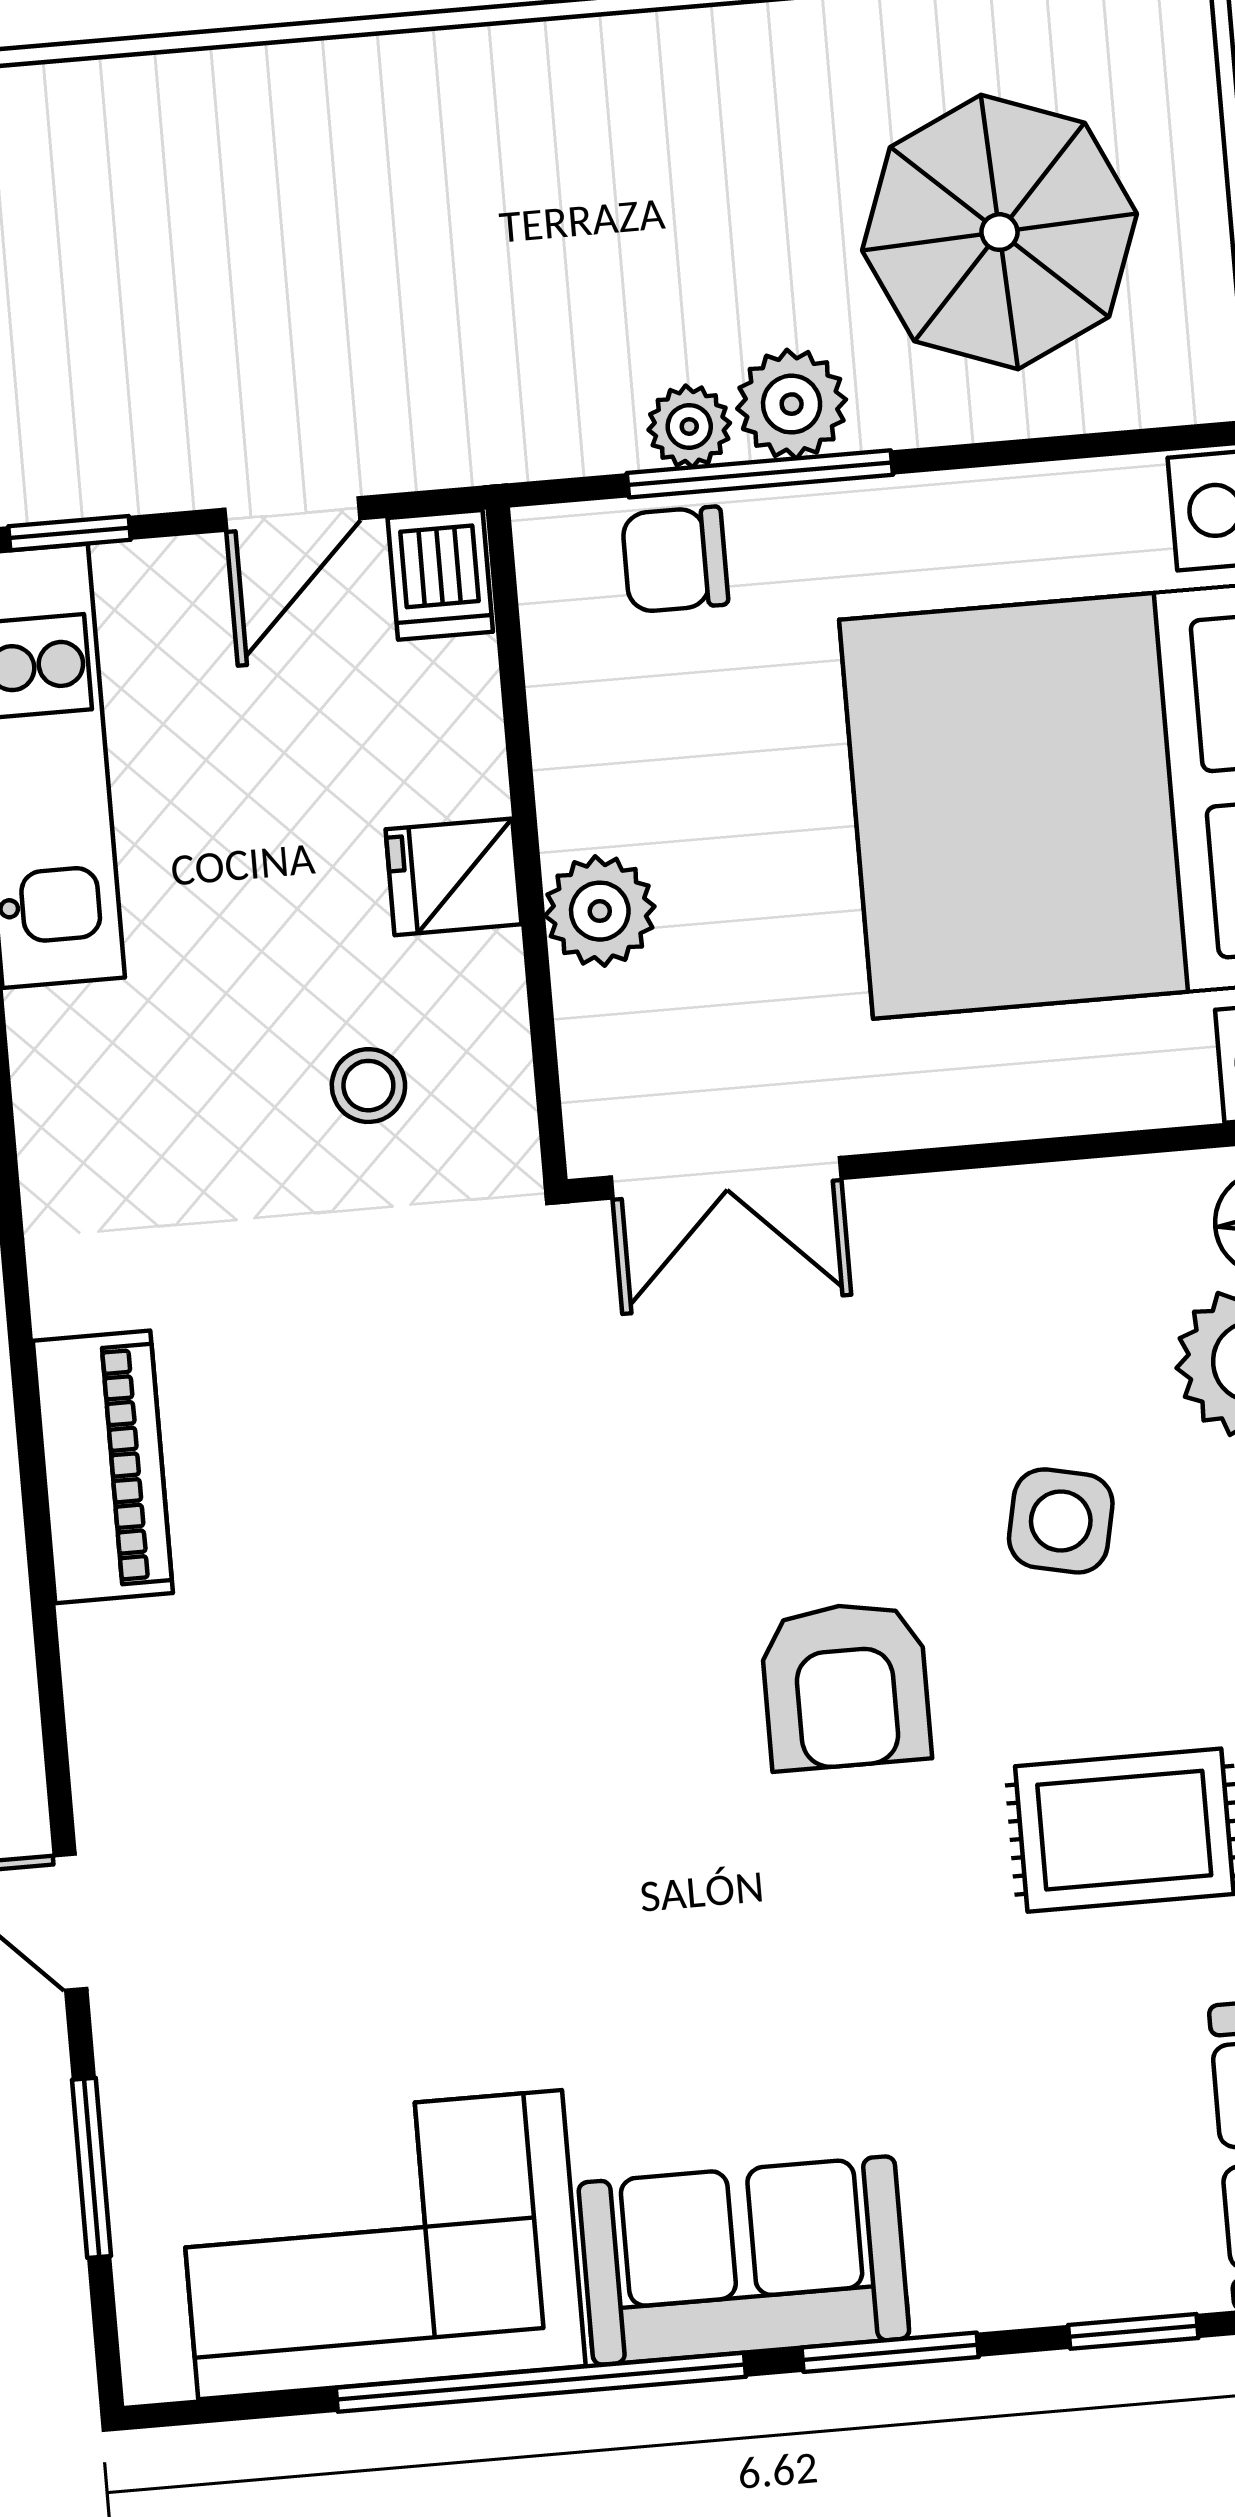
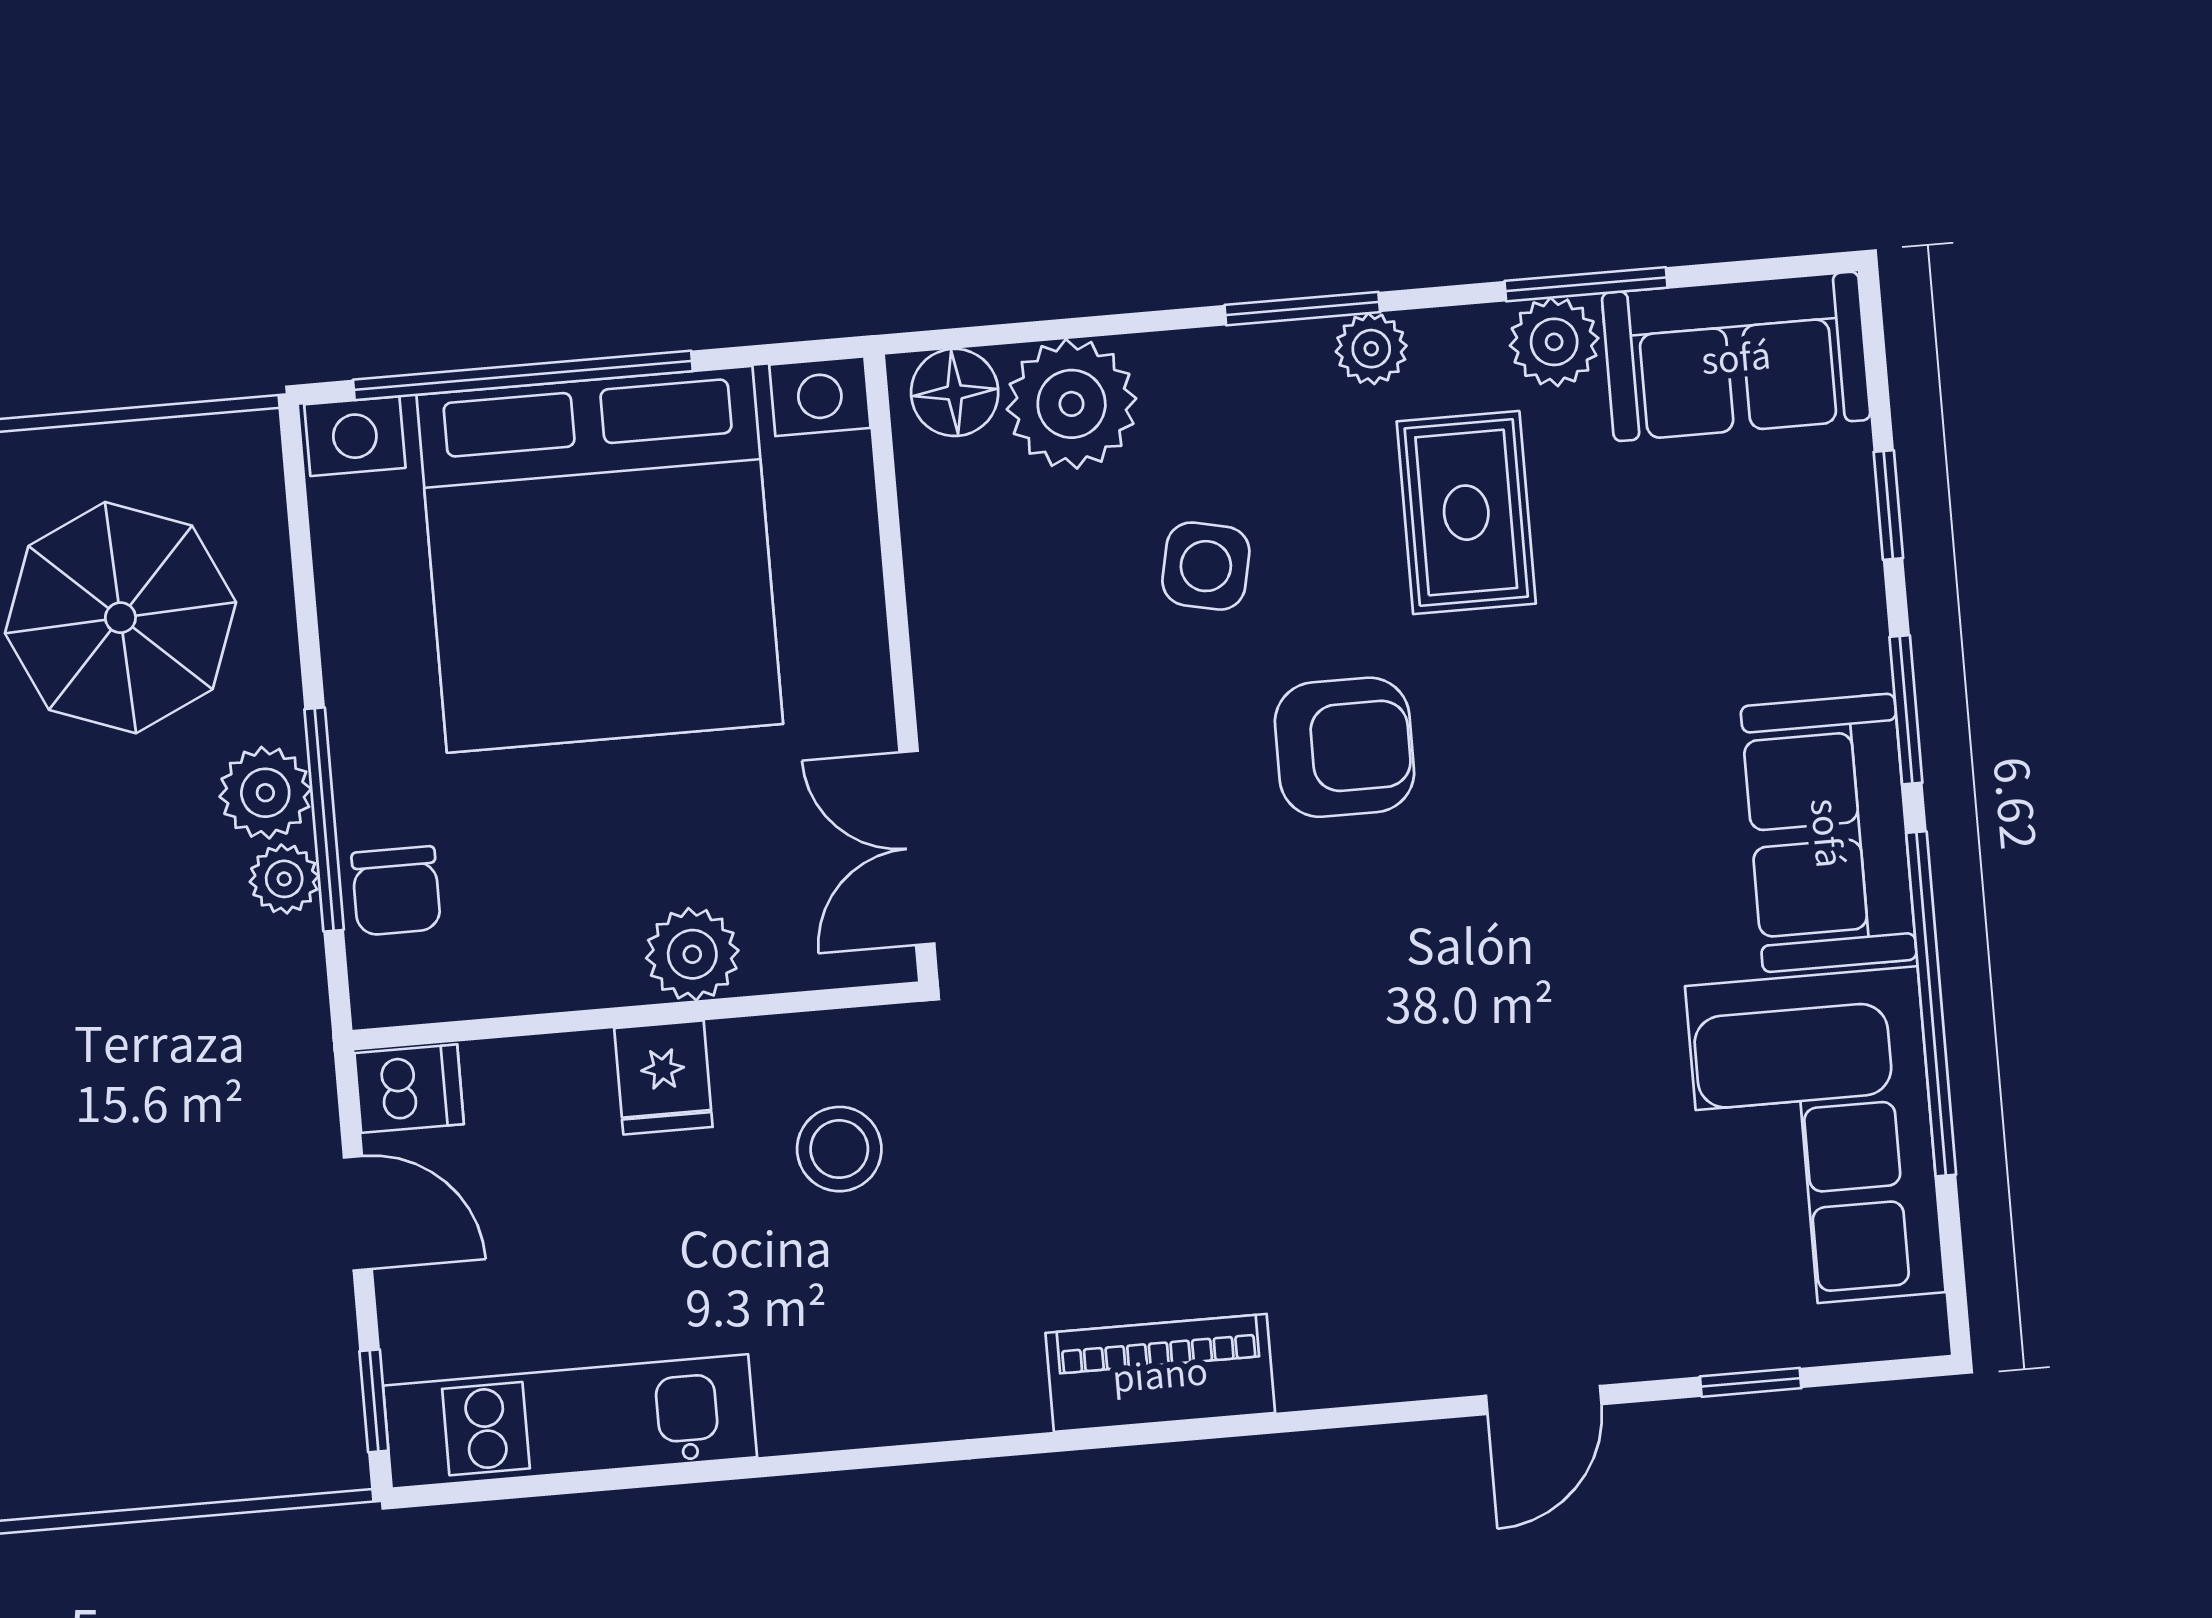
stool: (368, 1086) -> (839, 1149), width x1.37, depth x1.37
double door: (726, 1178) -> (917, 848), swing flipped
window: (91, 2168) -> (1751, 1382), width x0.67

